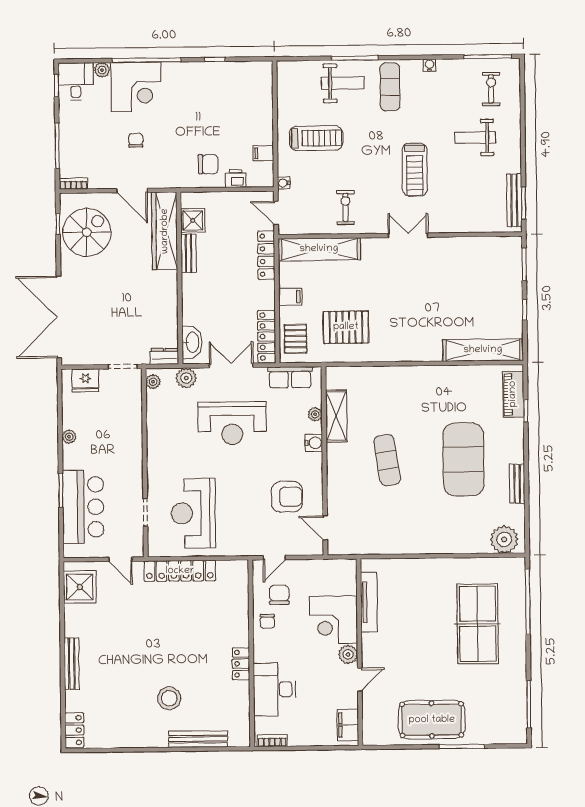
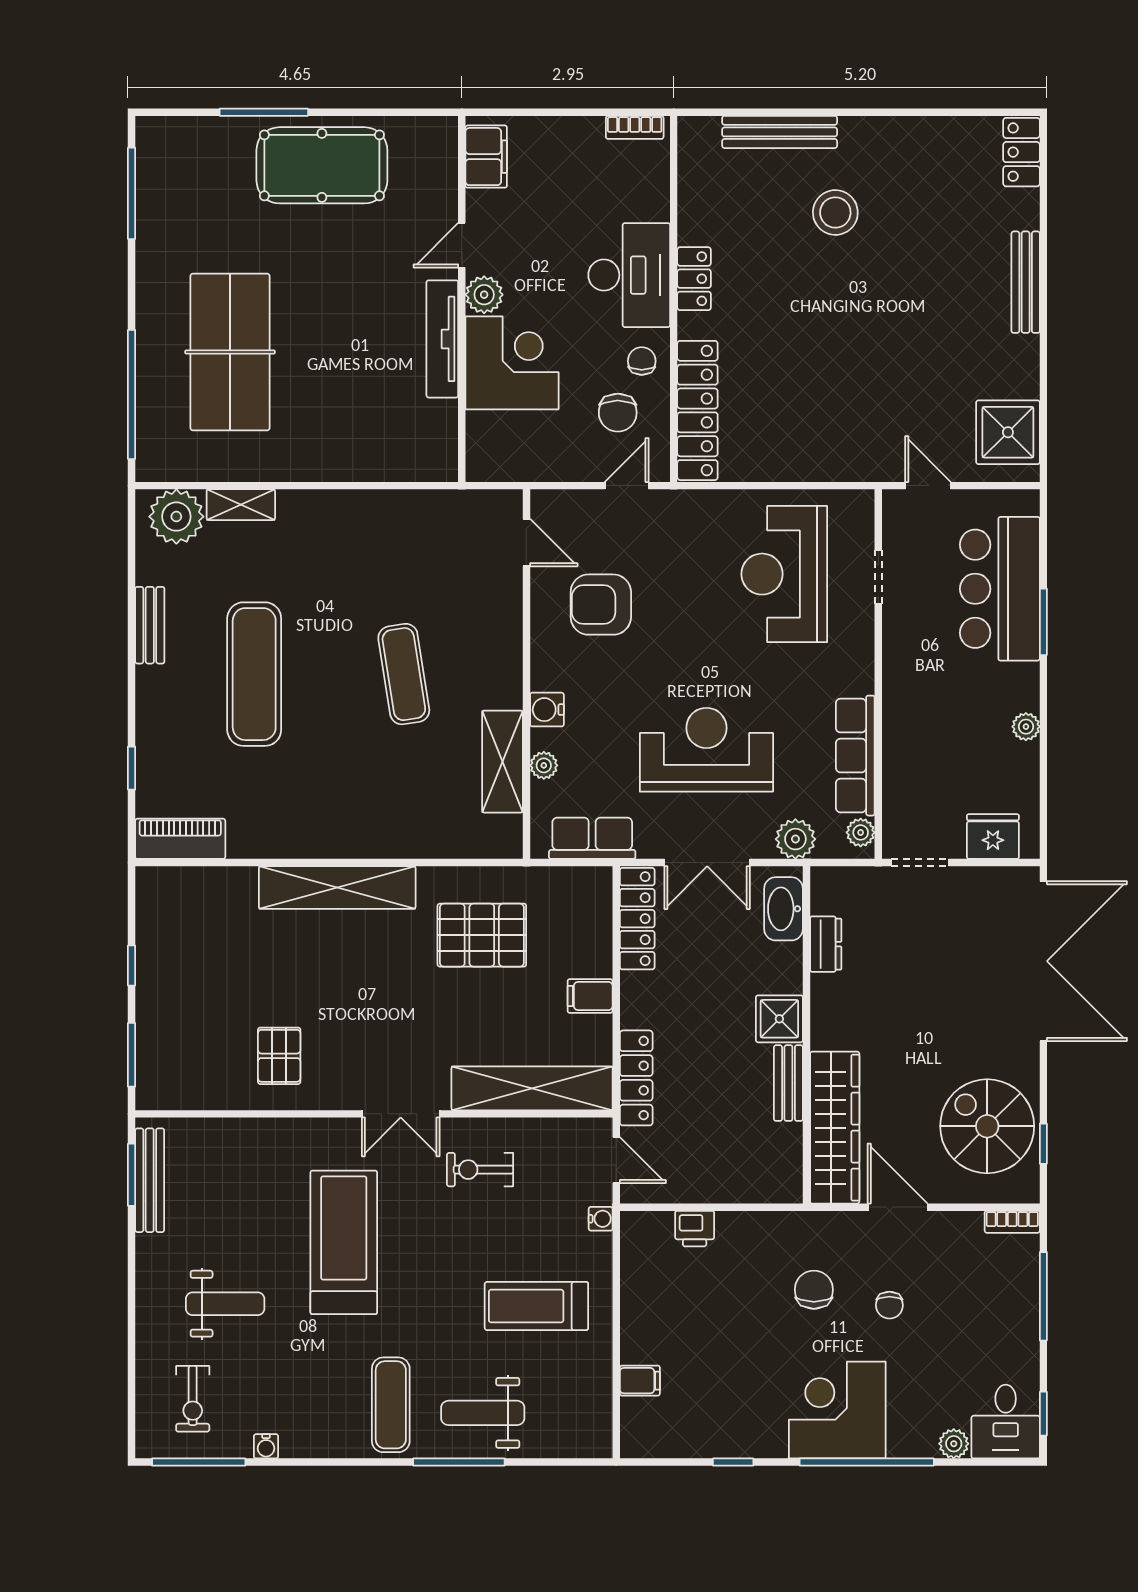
water cooler: (429, 65) -> (266, 1446), moved
corner desk: (136, 87) -> (837, 1410), moved
filing cabinet: (263, 153) -> (640, 1381), moved
chair: (208, 164) -> (814, 1290), moved, turned 90
treadmill: (415, 170) -> (344, 1242), width x1.37, depth x1.38
exercise bike: (346, 207) -> (480, 1170), turned 90
shower: (193, 220) -> (779, 1019), moved
spiral stairs: (87, 232) -> (987, 1126), turned 90
double door: (408, 235) -> (401, 1114), moved
pallet: (296, 339) -> (279, 1056), moved
shelving: (483, 350) -> (337, 888), moved
dresser: (164, 356) -> (826, 944), moved, turned -90
piano: (513, 394) -> (180, 839), moved, turned -90
row of seats: (156, 421) -> (855, 756), added
exercise mat: (464, 459) -> (254, 674), width x0.68
reception desk: (193, 513) -> (784, 574), turned 180
shelving: (471, 546) -> (241, 505), added
locker: (180, 571) -> (697, 410), moved, turned 90
tv unit: (369, 602) -> (442, 339), moved
desk: (274, 689) -> (629, 275), moved

